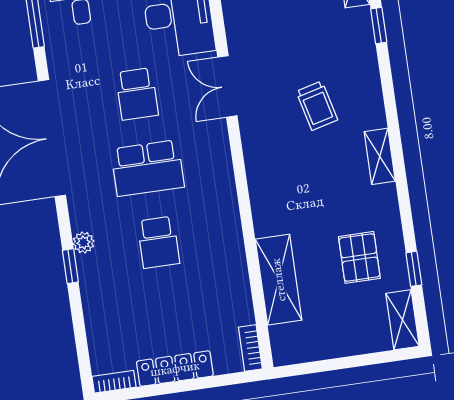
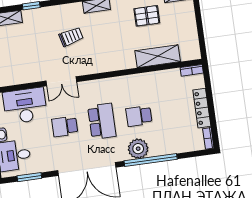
school desk: (137, 94) -> (65, 126), turned 180
plant: (84, 242) -> (138, 149), width x1.88, depth x1.88
school desk: (158, 242) -> (139, 116), turned 180
window: (70, 266) -> (151, 160), width x3.17

